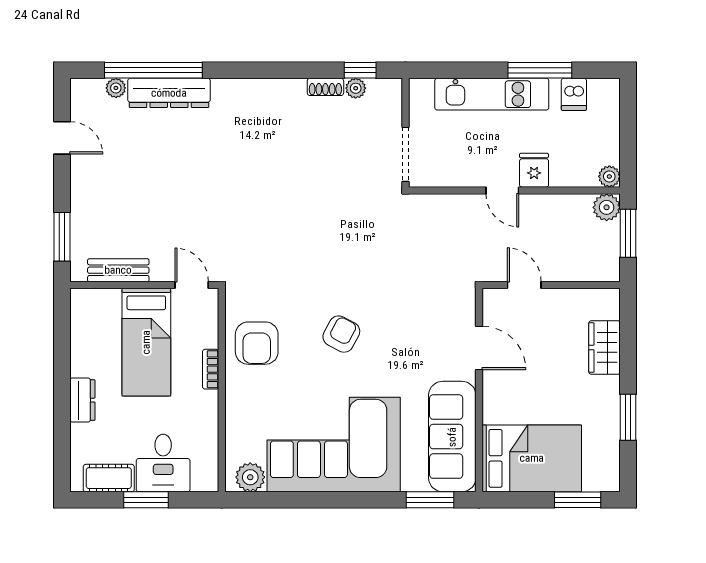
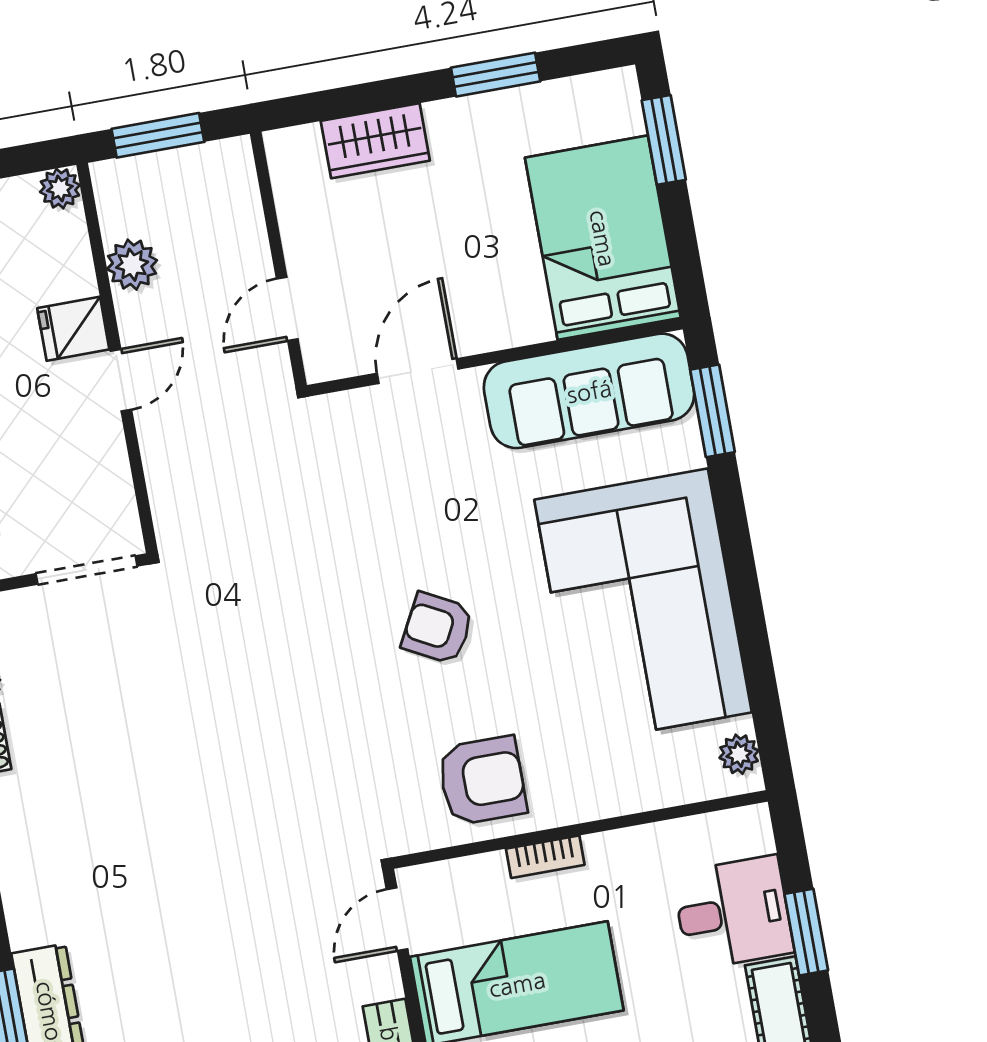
plant: (607, 207) -> (132, 265), moved
plant: (250, 477) -> (739, 754), width x0.73, depth x0.73

